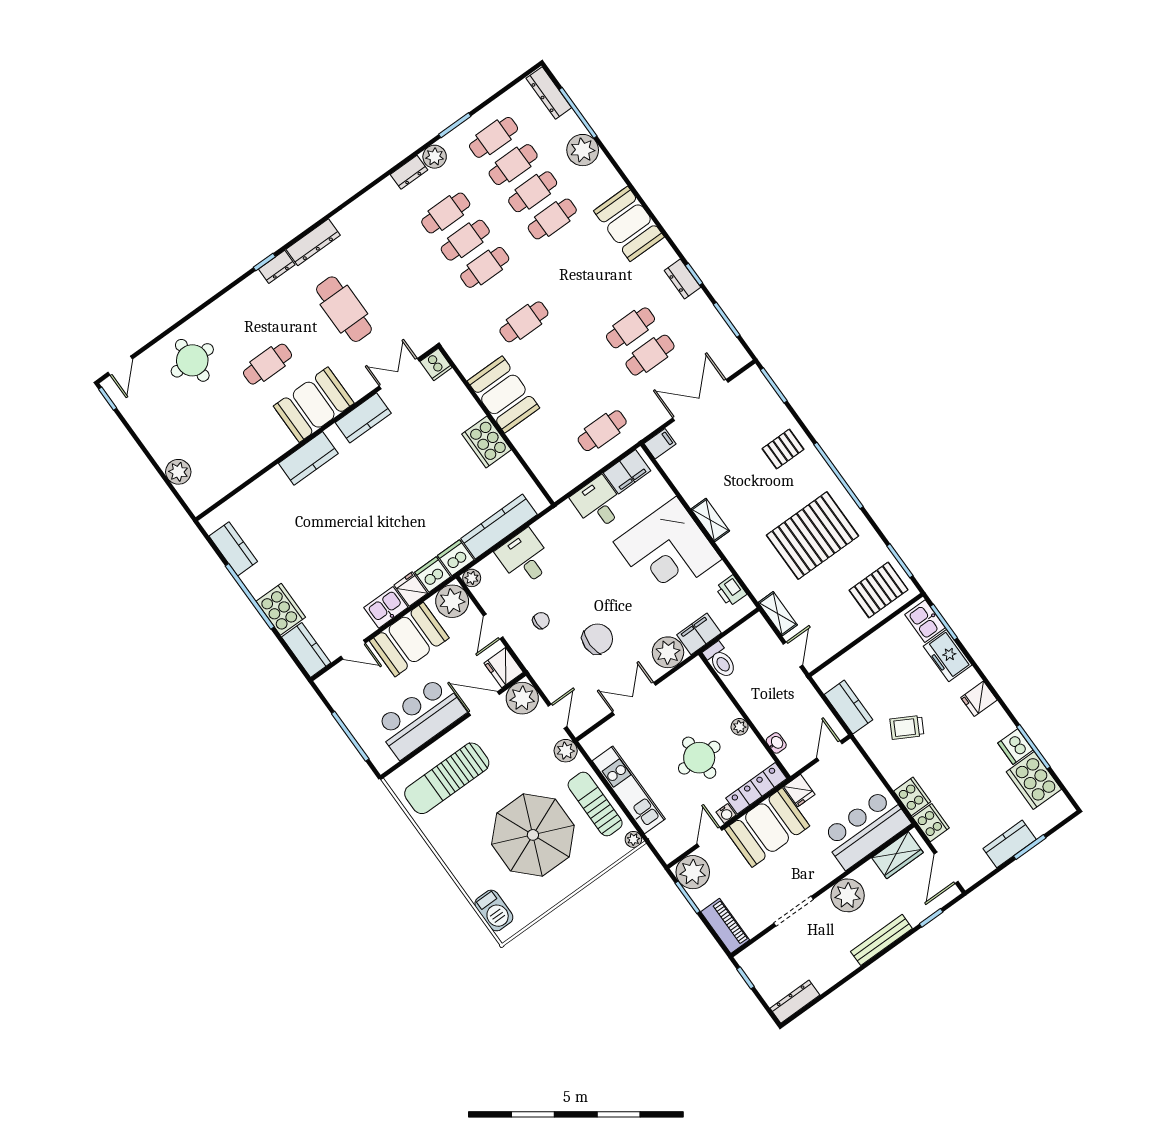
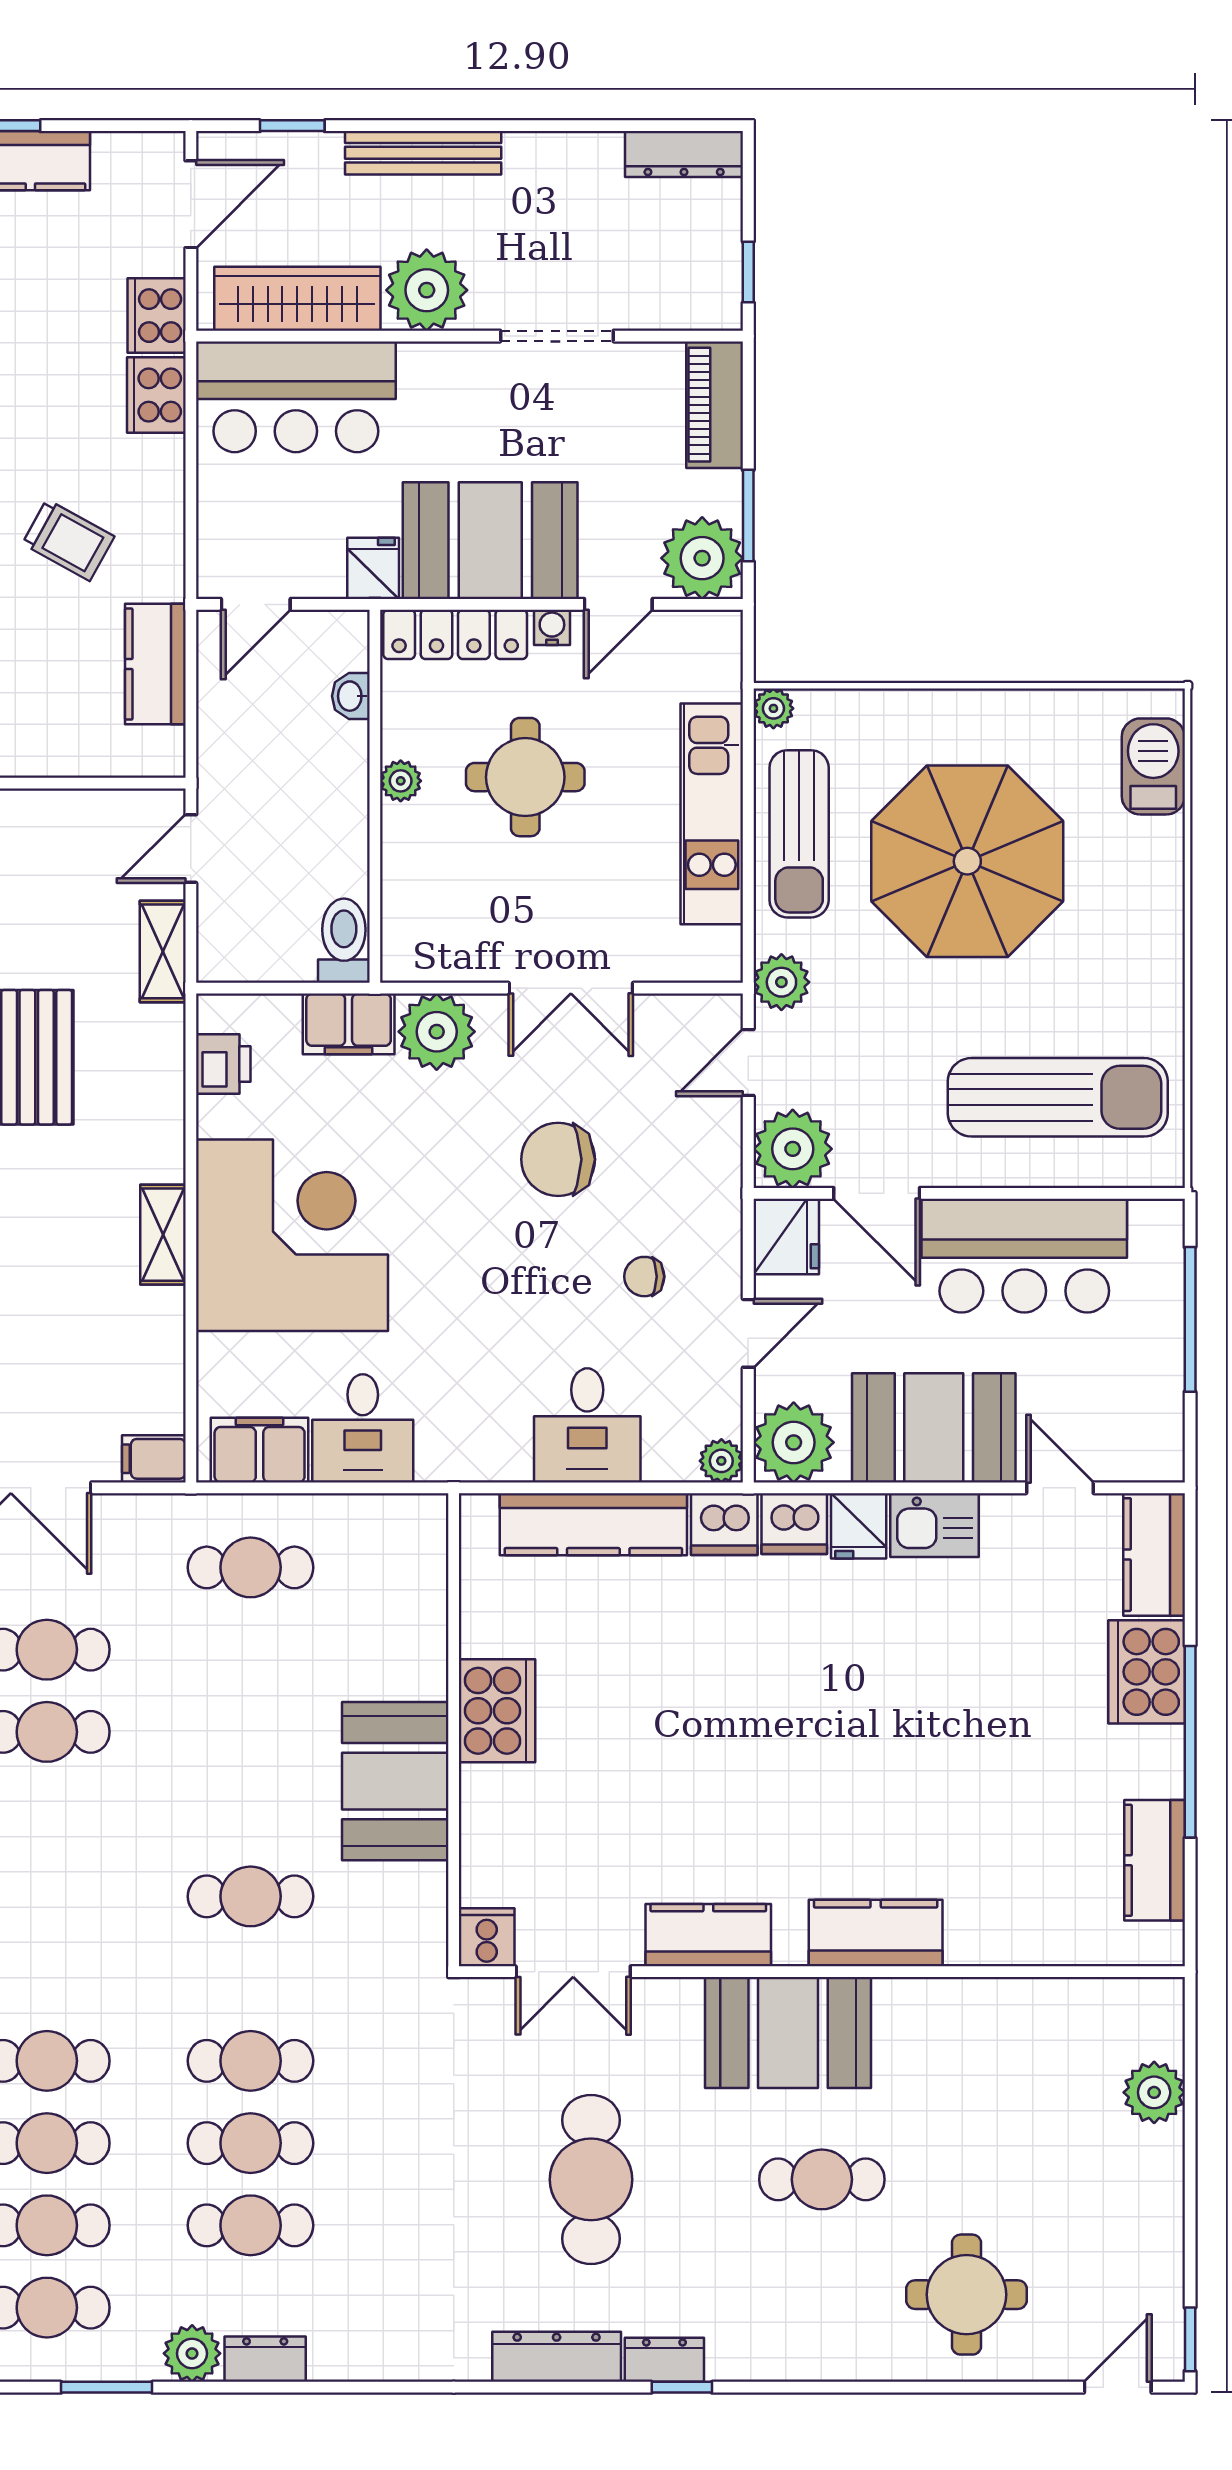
wardrobe: (898, 855) -> (297, 299), width x1.50

